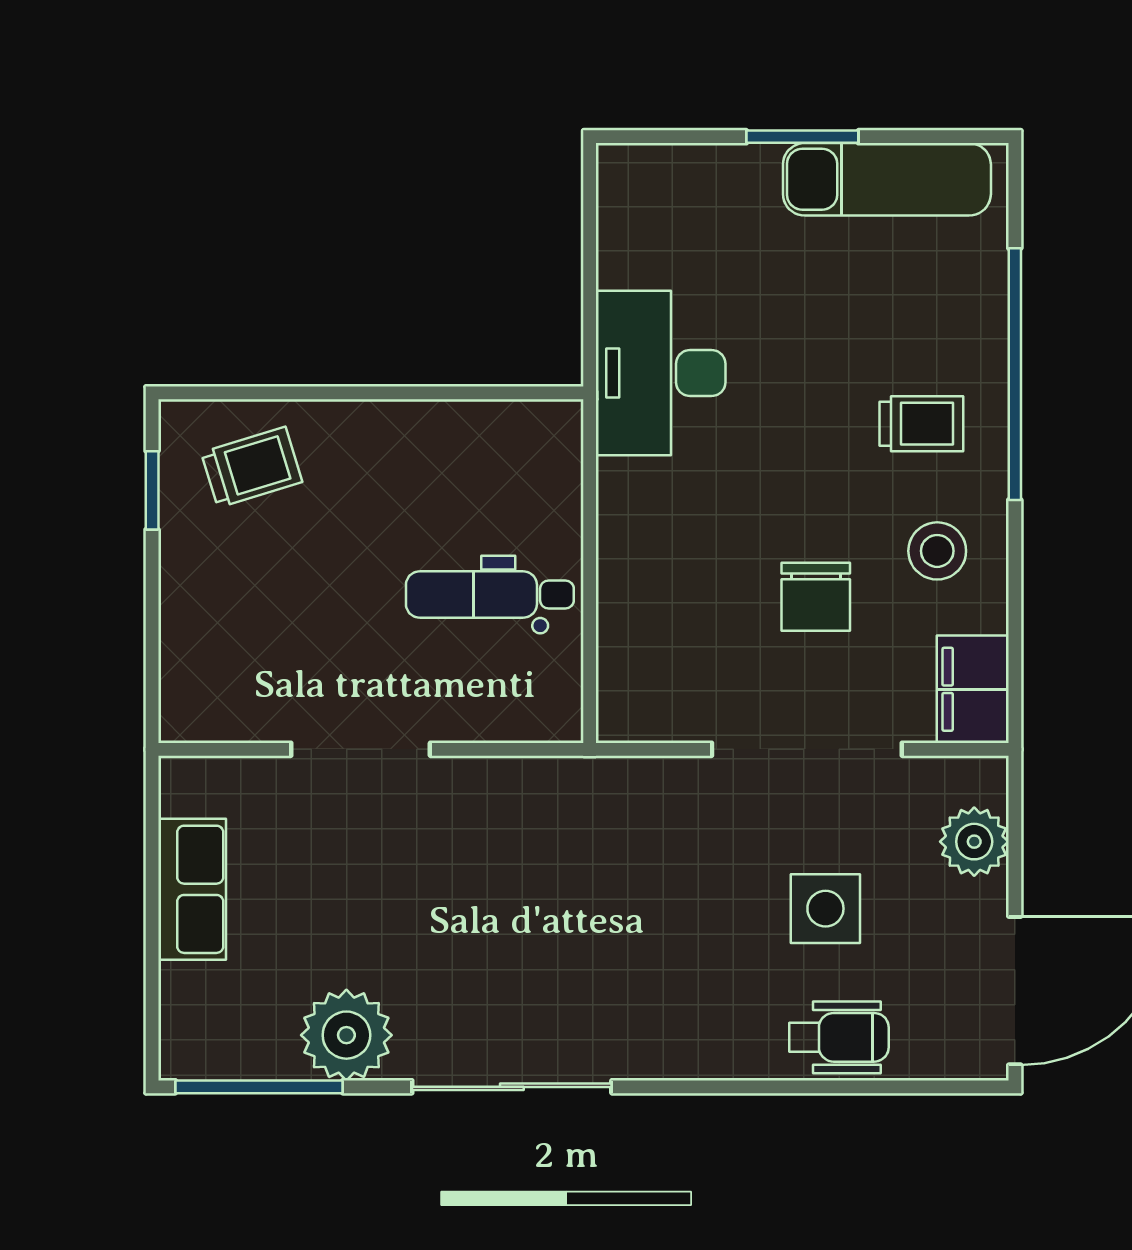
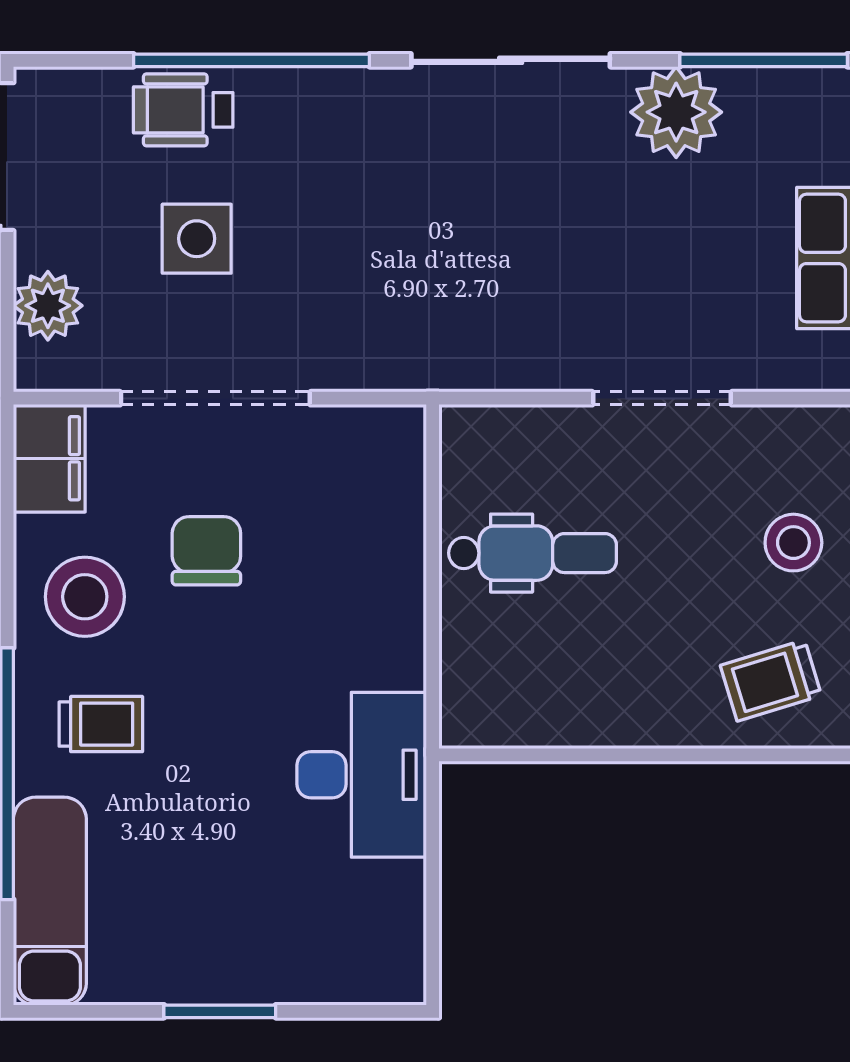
exam couch: (887, 179) -> (50, 901), moved, turned 90
trolley: (921, 424) -> (101, 724), turned 180
stool: (937, 551) -> (85, 597), width x1.38, depth x1.38
stool: (229, 605) -> (793, 543), added
window: (771, 1087) -> (252, 60), added

